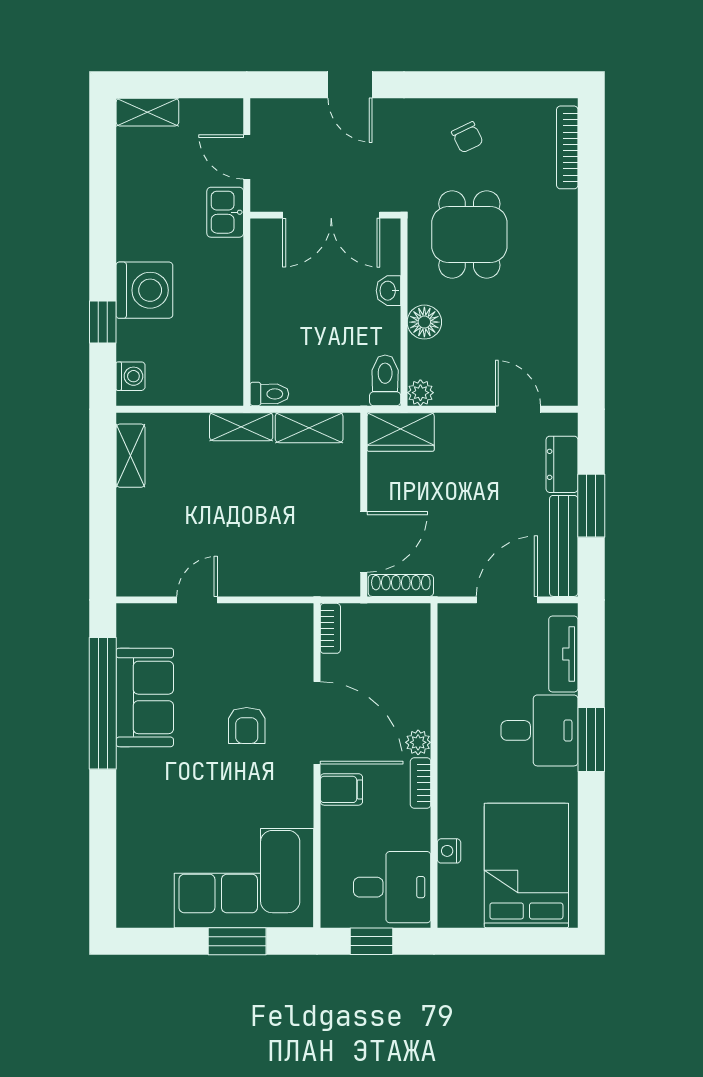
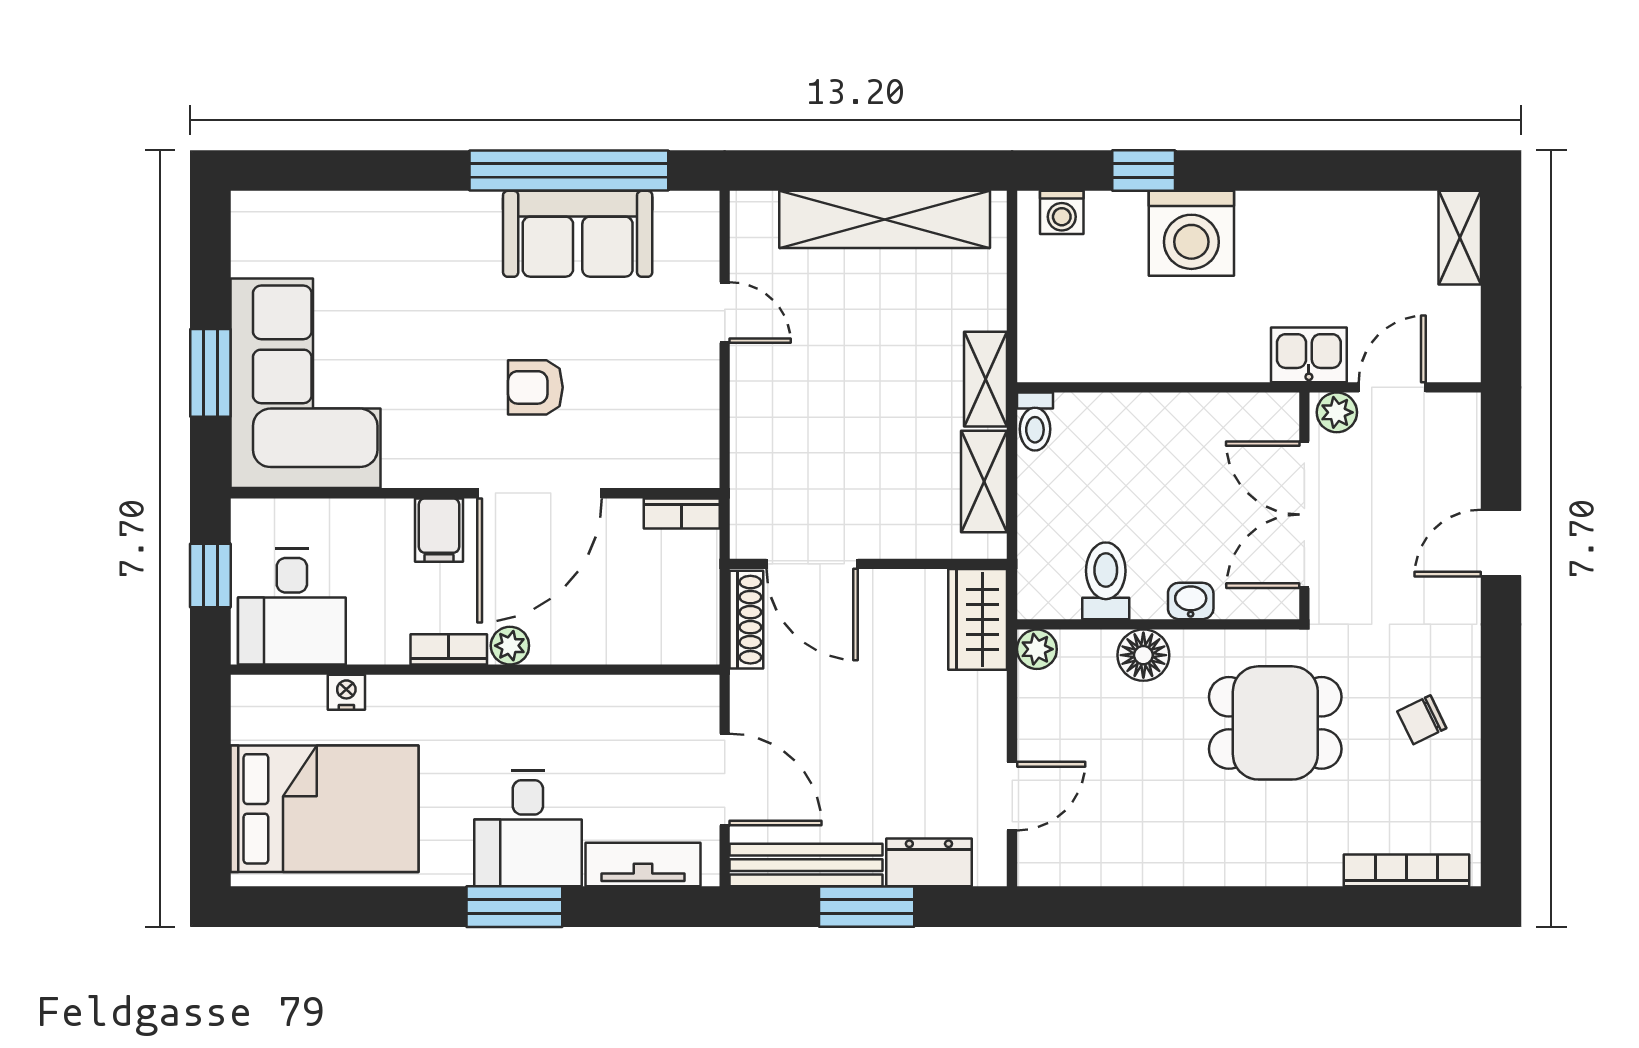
plant: (263, 194) -> (1337, 412), added
toilet: (385, 380) -> (1106, 581), moved, turned -90
shelving: (131, 456) -> (885, 219), width x2.20, depth x1.33

